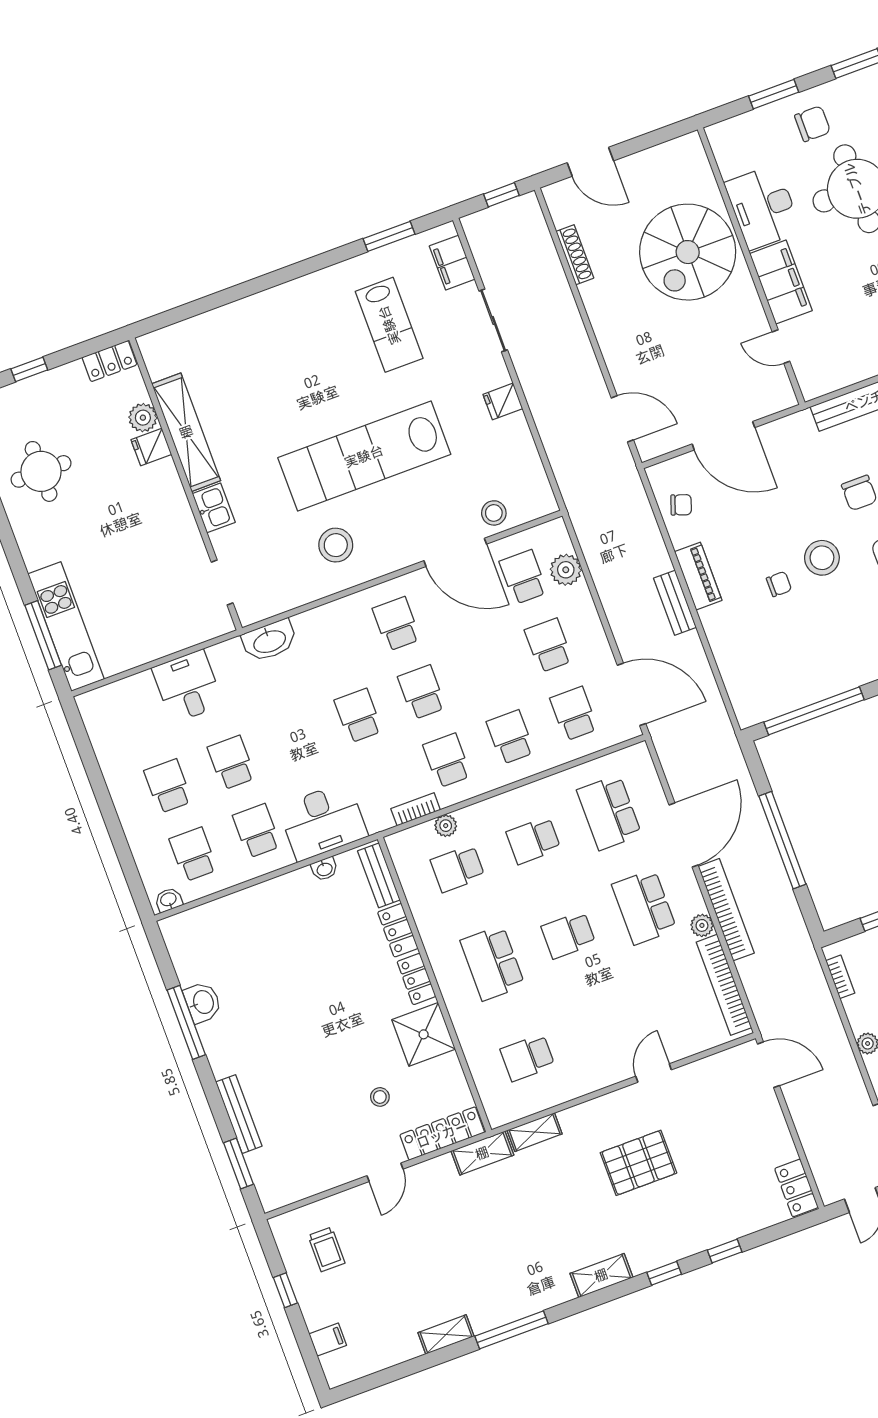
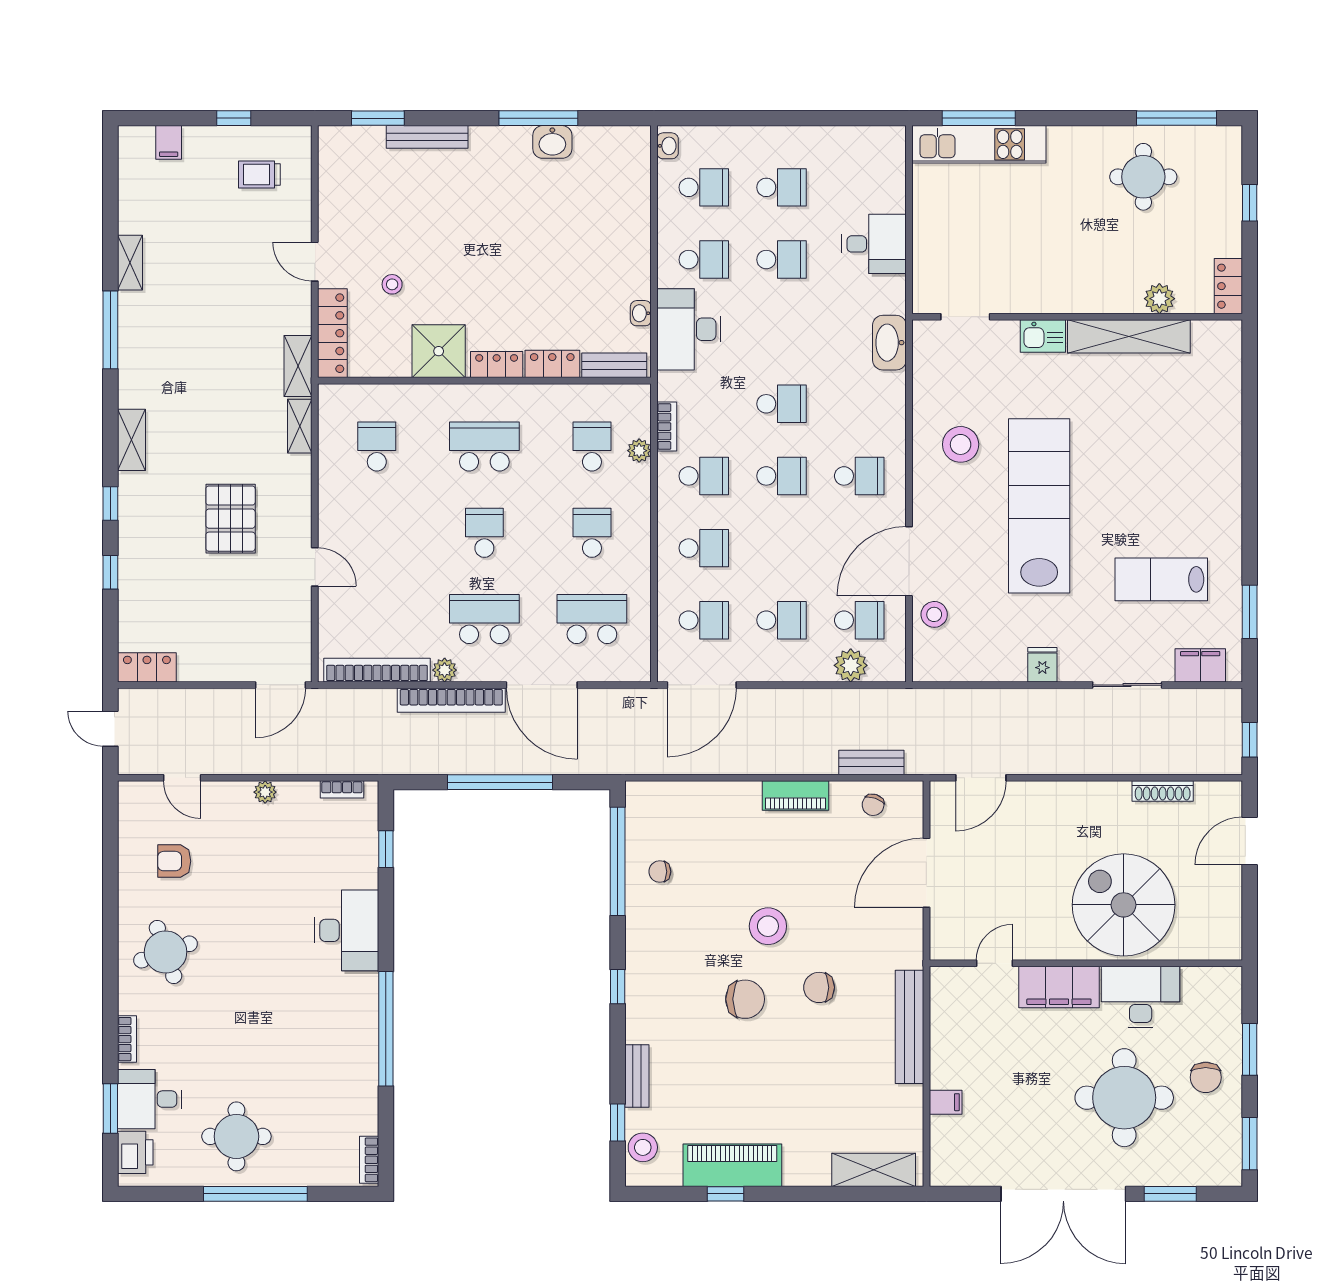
fridge: (151, 447) -> (1127, 296), removed
chair: (779, 584) -> (660, 872), moved, turned 90
bench: (675, 603) -> (871, 762), moved

